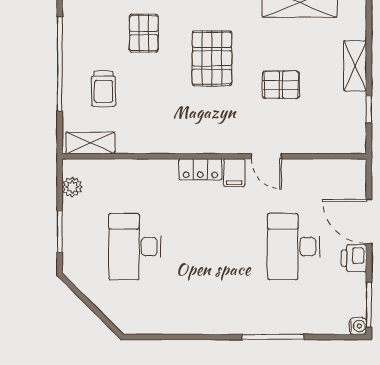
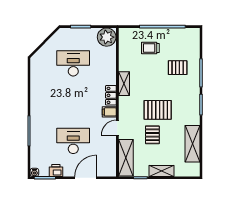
pallet: (212, 58) -> (158, 110), moved
shelving: (328, 139) -> (126, 158), added
shelving: (90, 143) -> (124, 84), moved
plant: (72, 187) -> (107, 37), width x1.87, depth x1.87
printer: (354, 258) -> (56, 170), moved

